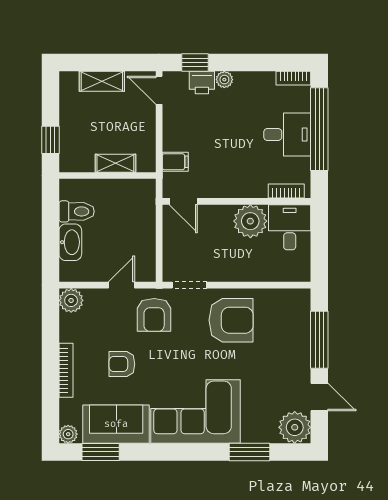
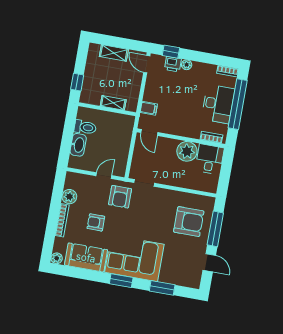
desk: (287, 135) -> (218, 104), width x1.37
plant: (71, 300) -> (69, 197), moved
armchair: (231, 320) -> (189, 222), moved
plant: (295, 427) -> (192, 278), removed
window: (101, 452) -> (121, 281), moved

